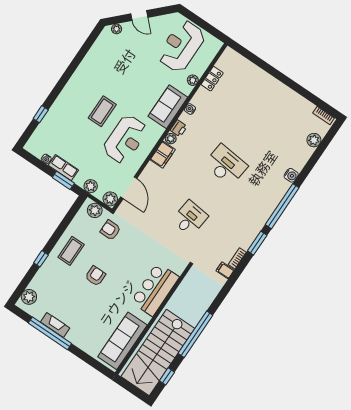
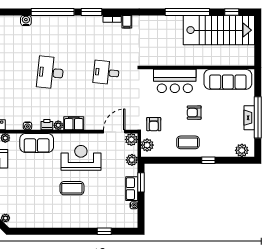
bar counter: (155, 289) -> (175, 81), moved
wall: (153, 320) -> (198, 68), moved
sofa: (122, 341) -> (228, 79), moved

